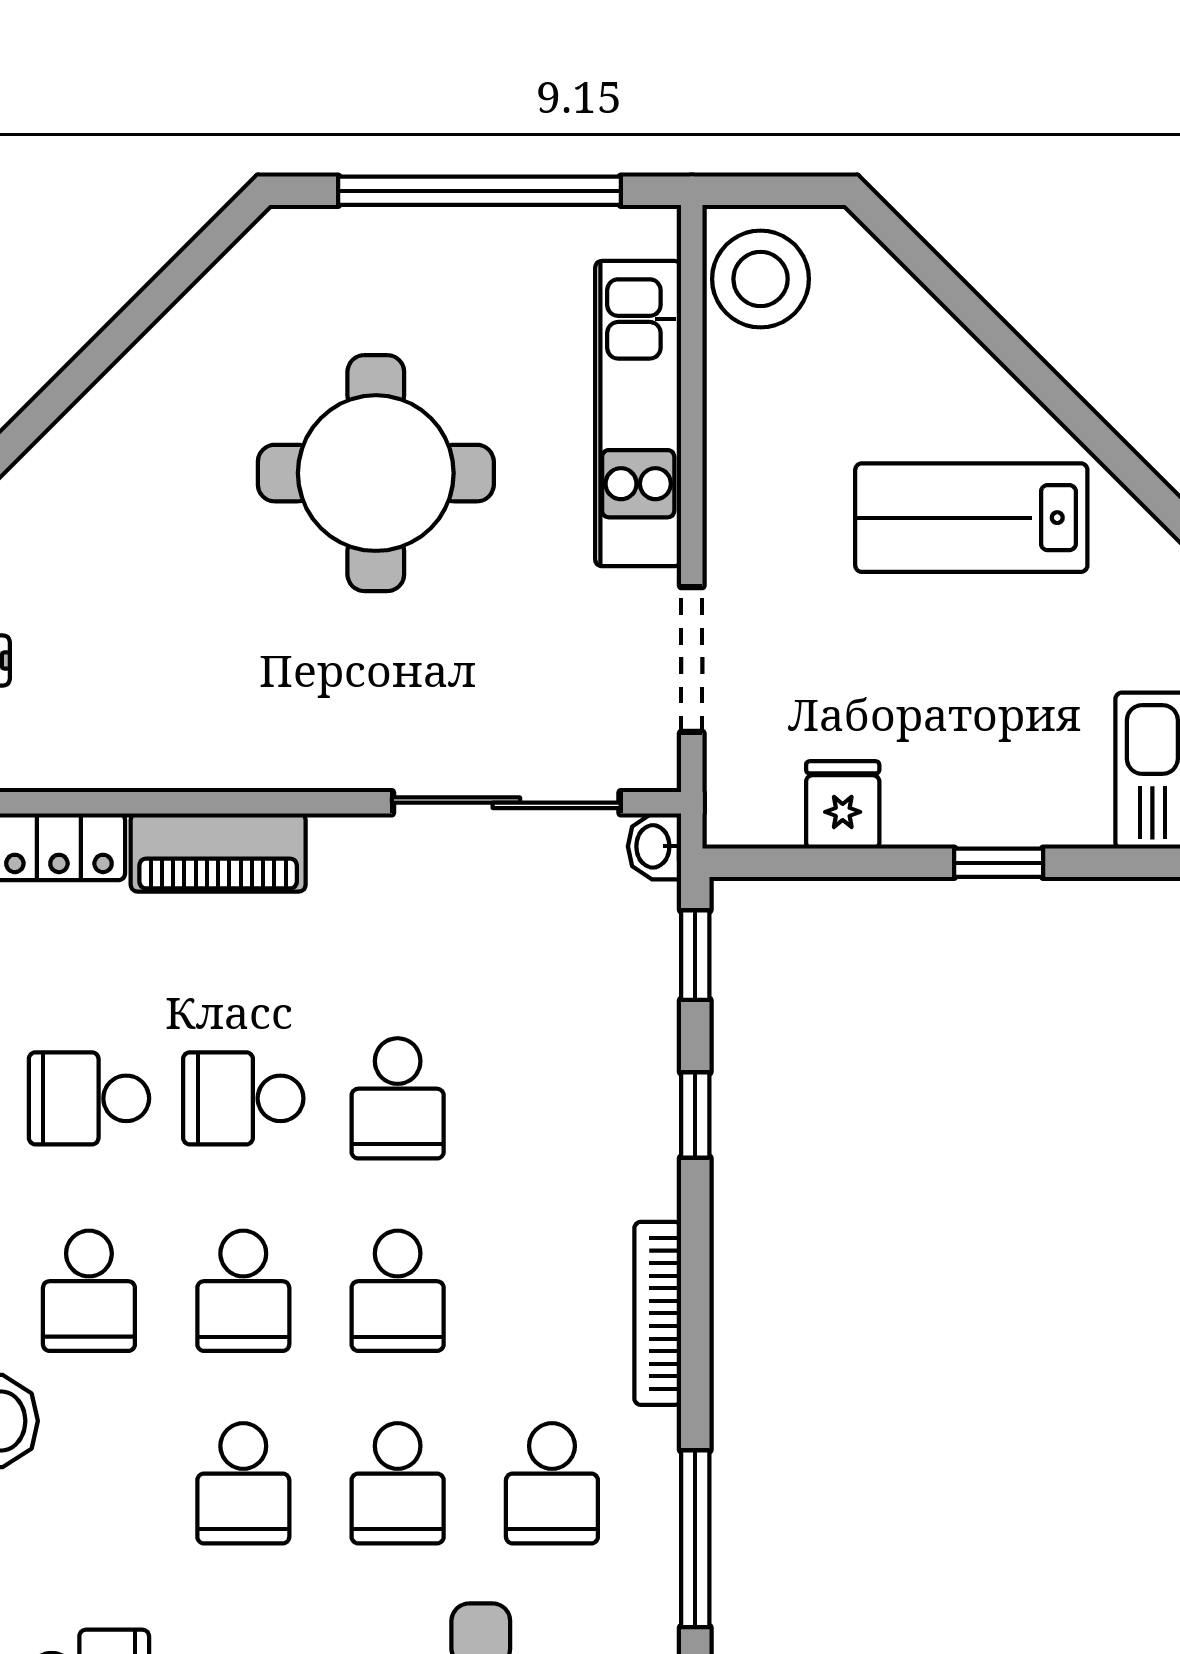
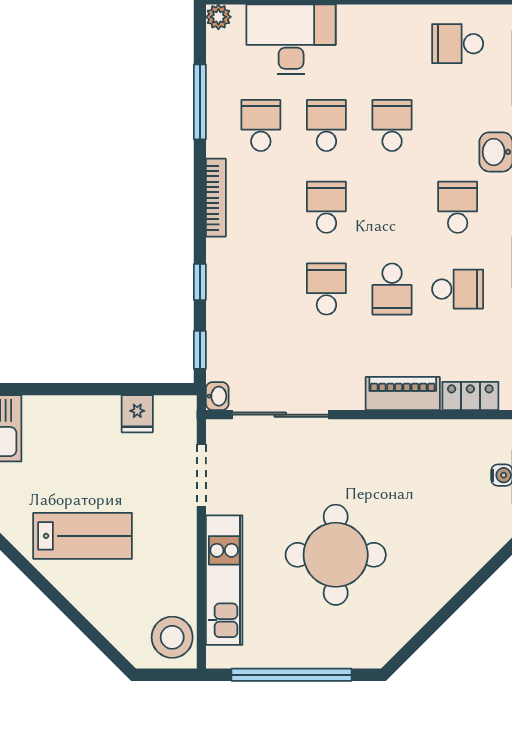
window: (999, 863) -> (71, 389), removed
school desk: (243, 1098) -> (392, 289), turned 90
school desk: (243, 1291) -> (392, 207), removed

